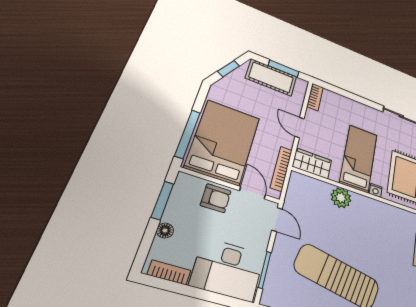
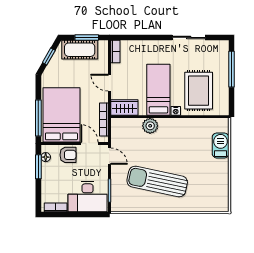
floor lamp: (165, 230) -> (46, 157), moved

